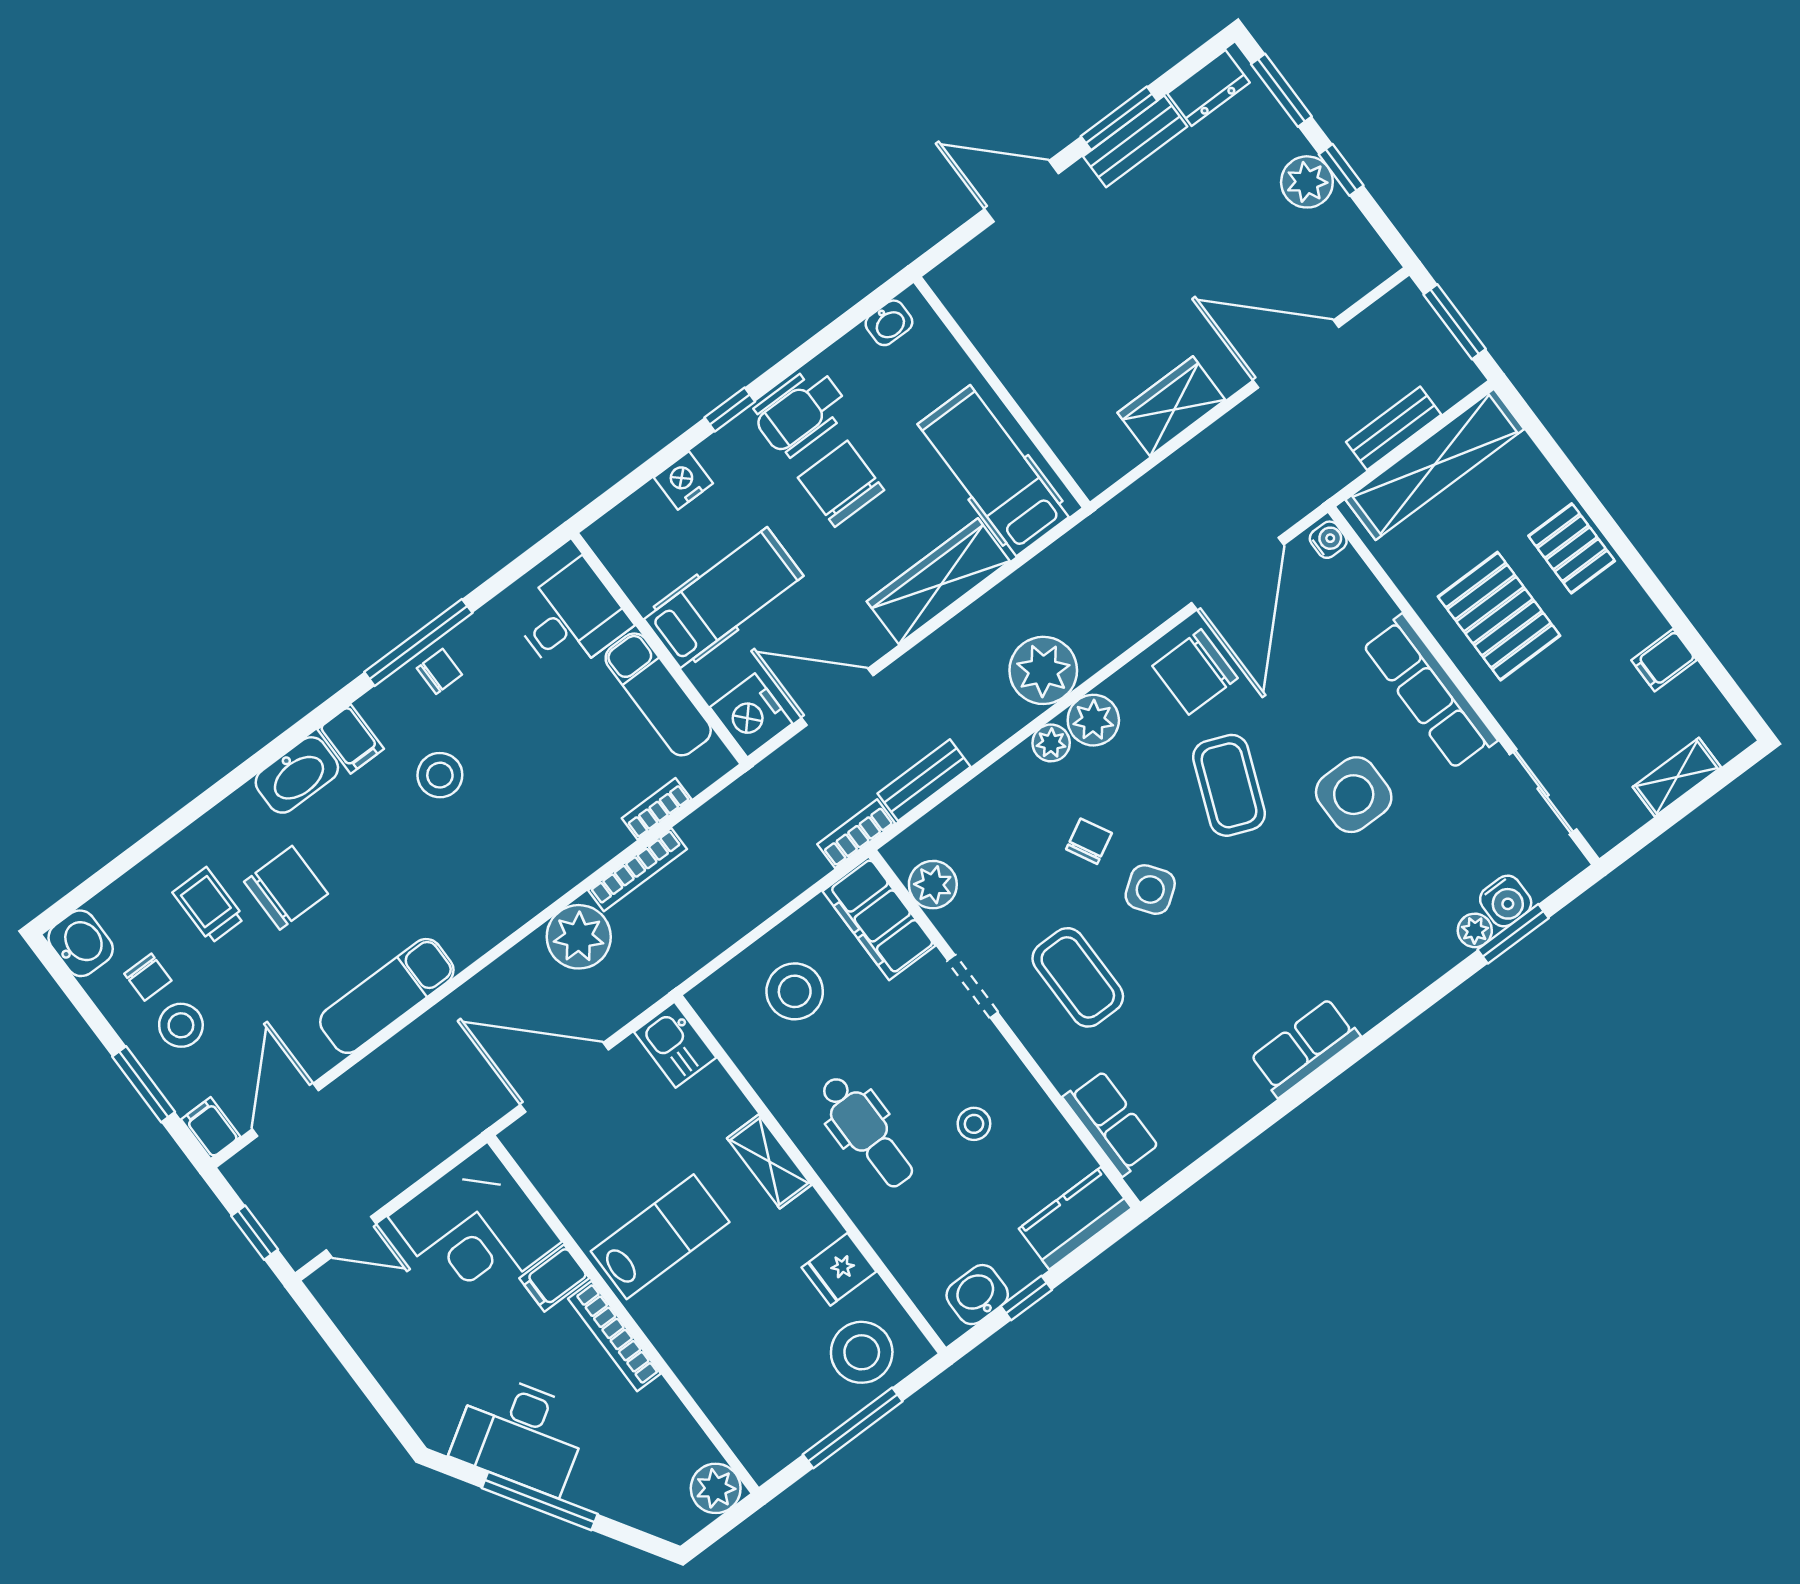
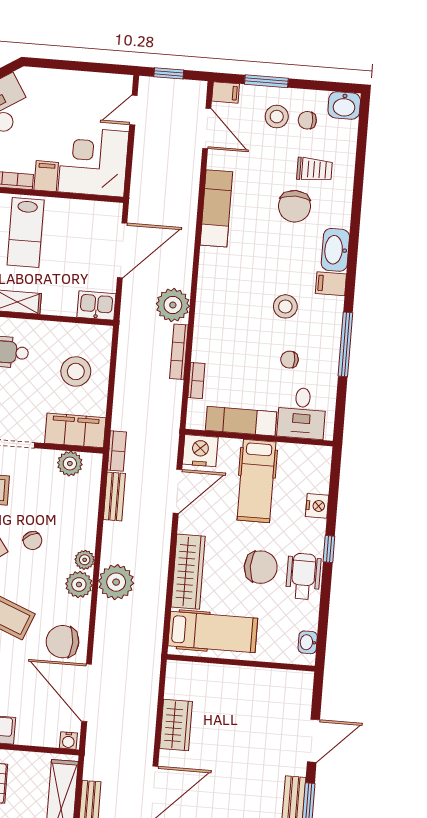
chair: (439, 671) -> (289, 360), moved, turned 90
chair: (1195, 672) -> (62, 642), turned -90

